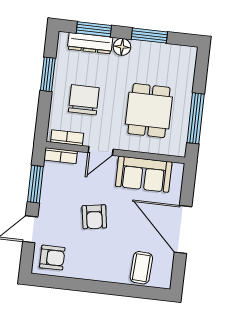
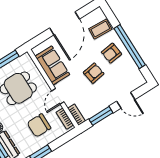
door: (101, 151) -> (58, 96), swing flipped
armchair: (52, 258) -> (111, 53), moved, turned -97
window: (92, 286) -> (130, 47), added

